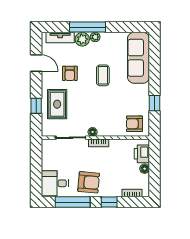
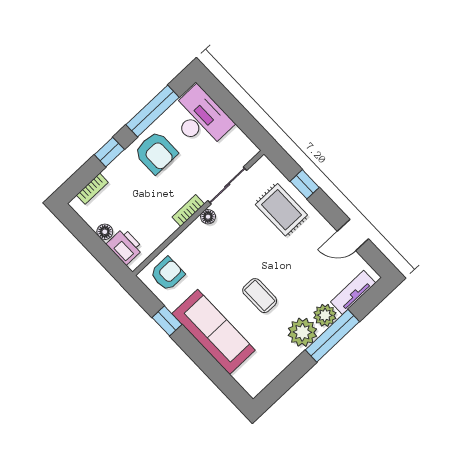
plant: (95, 37) -> (302, 332), width x1.87, depth x1.87
sofa: (138, 58) -> (214, 332), moved
armchair: (70, 73) -> (301, 261), removed
armchair: (89, 182) -> (156, 152), turned -95
desk: (55, 183) -> (200, 119), width x1.37

